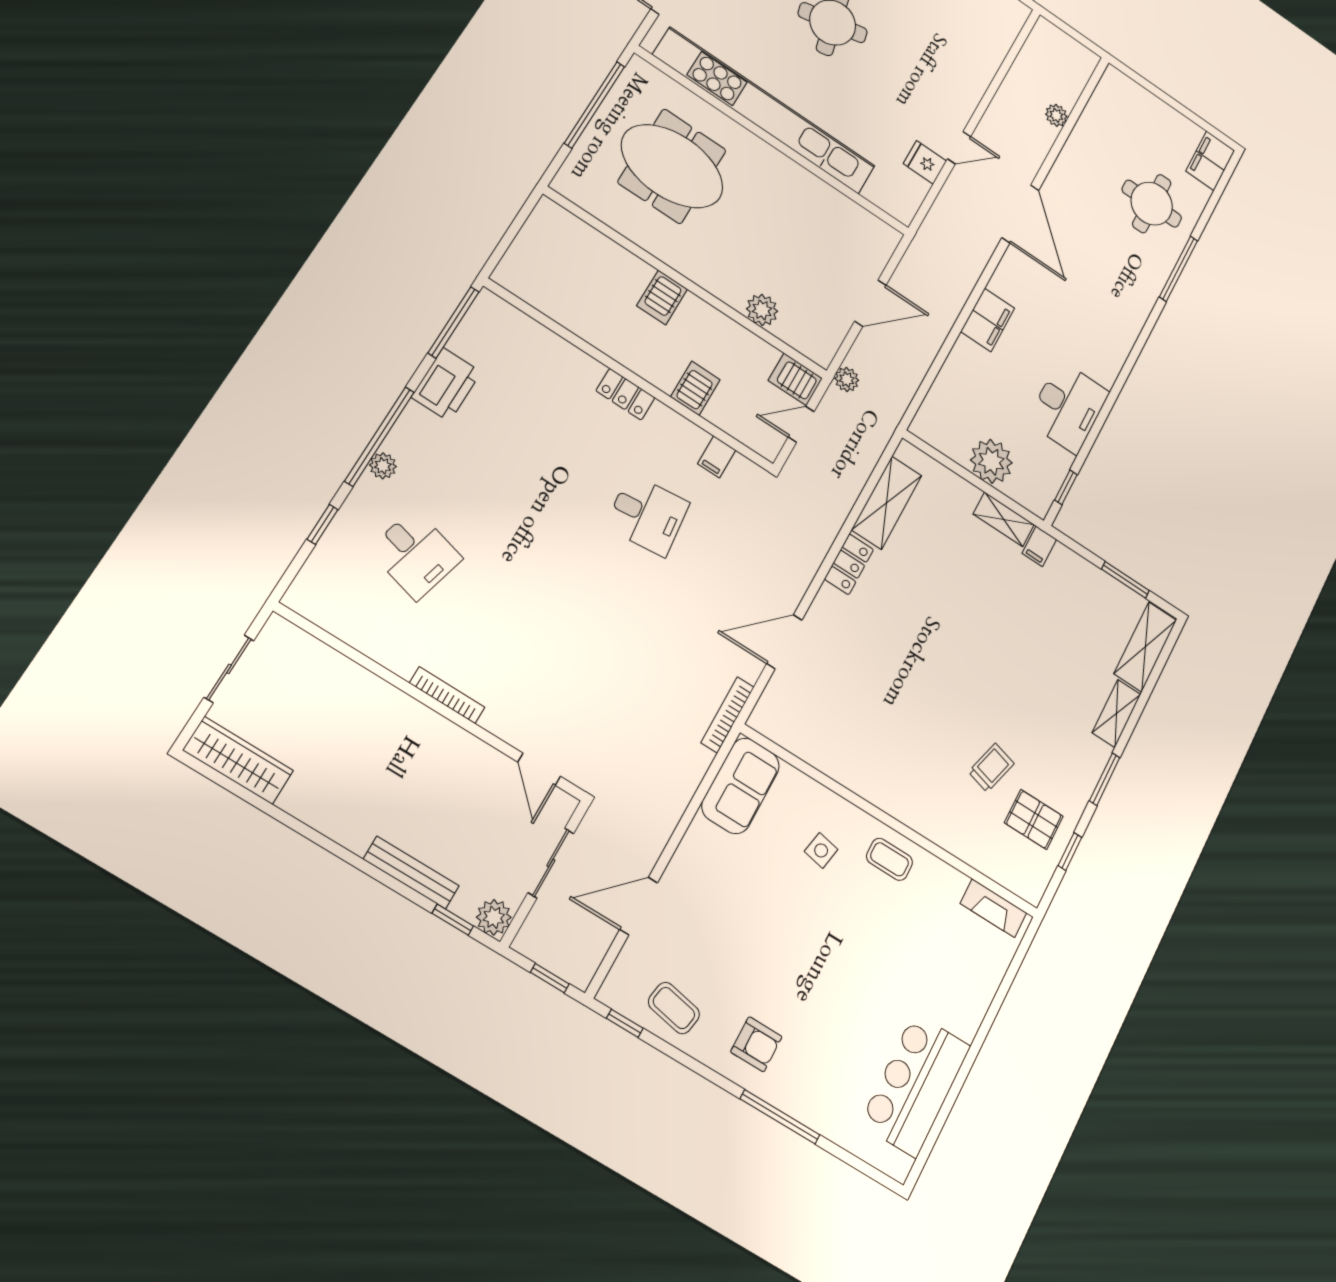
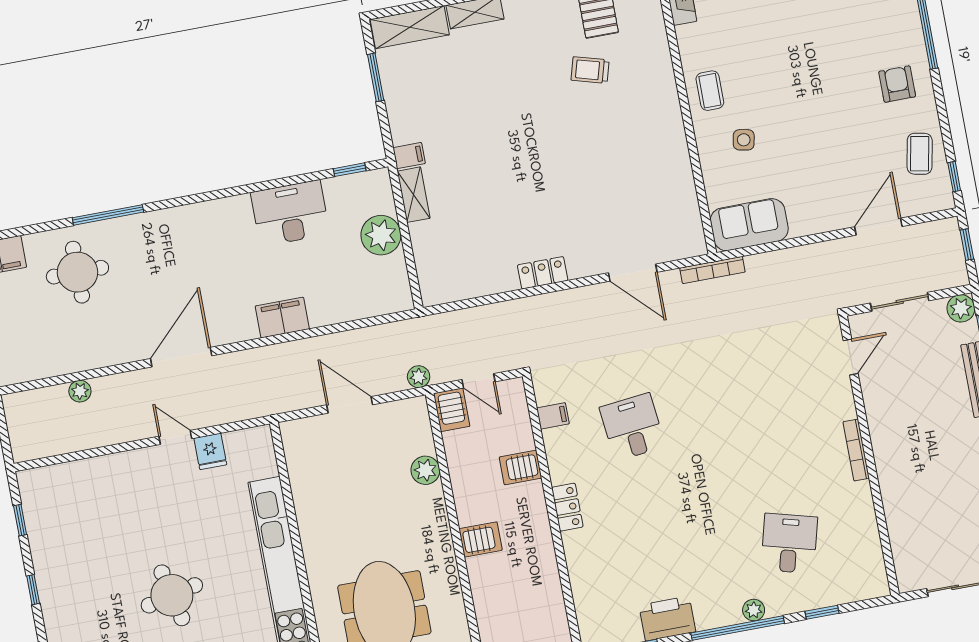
shelving: (887, 503) -> (478, 282), removed
door: (639, 906) -> (878, 227), swing flipped

